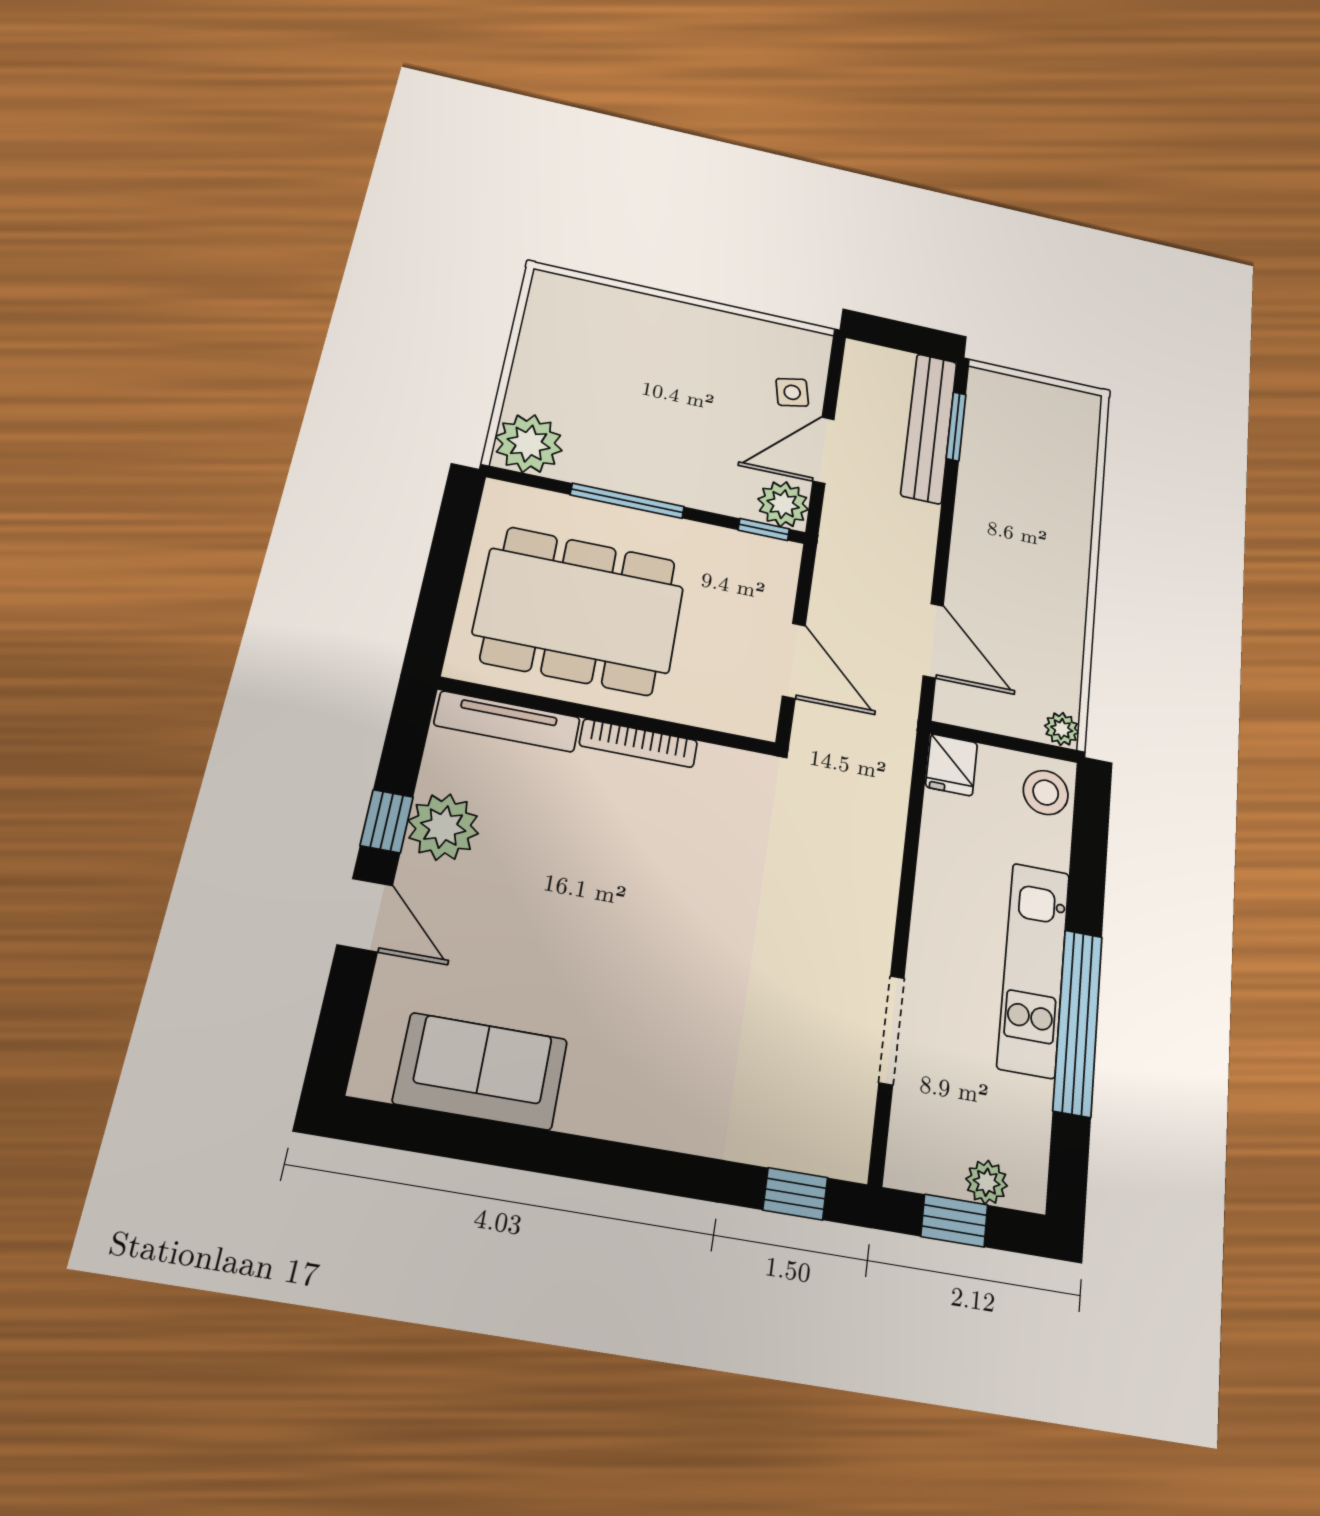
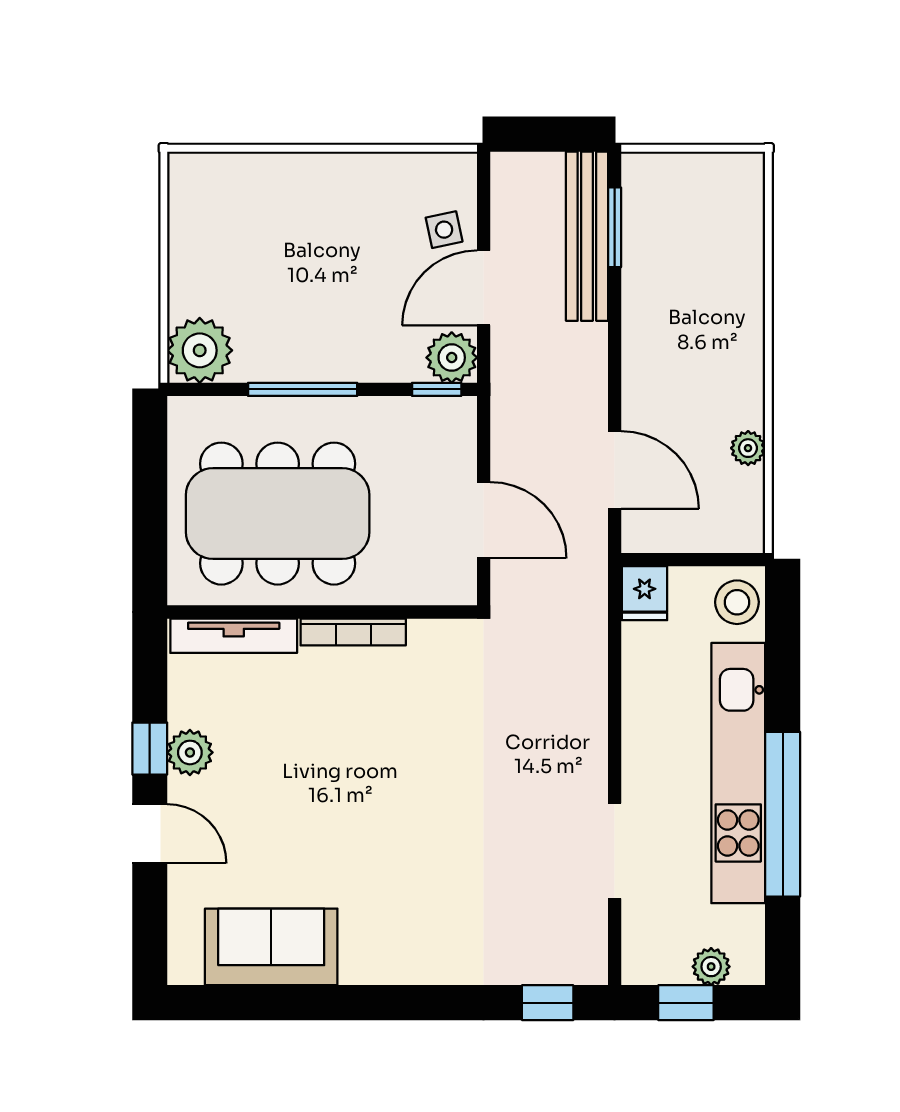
plant: (1062, 729) -> (748, 448), moved
plant: (443, 827) -> (190, 752), width x0.73, depth x0.73
kitchen unit: (1034, 969) -> (738, 773), width x1.36

